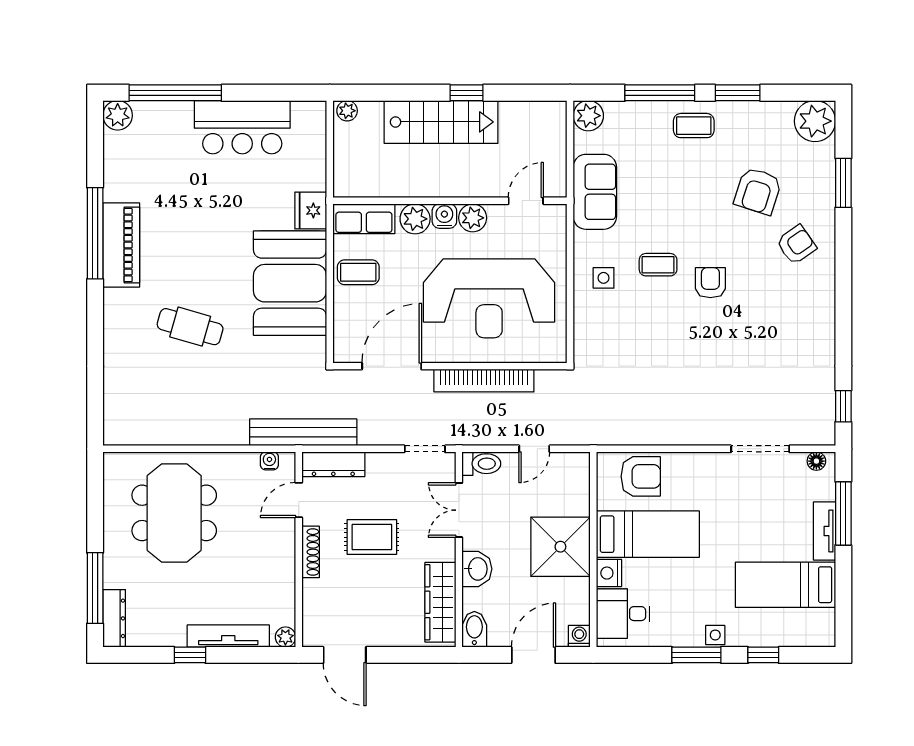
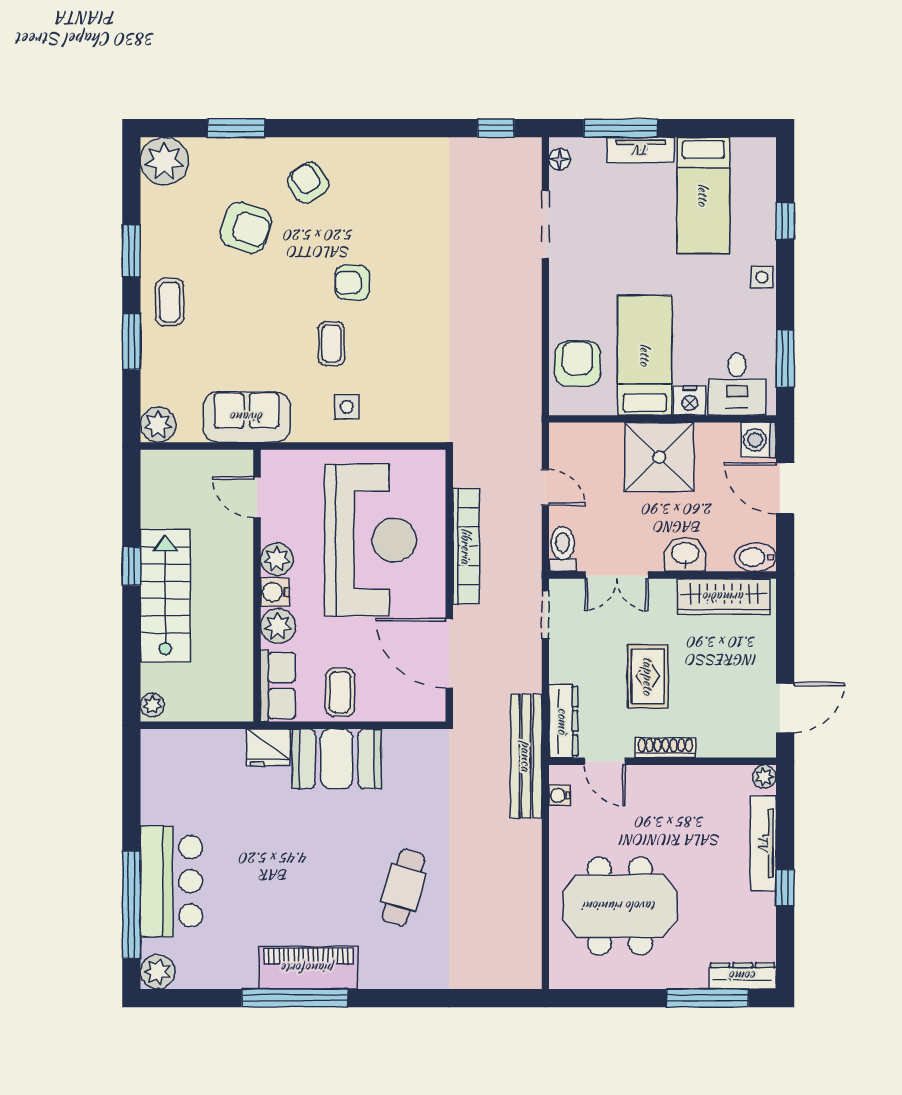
window: (660, 93) -> (131, 341), width x0.69
bar counter: (242, 127) -> (171, 881), moved
booth: (290, 283) -> (337, 759), width x0.73, depth x0.70
washing machine: (579, 636) -> (759, 440), width x1.38, depth x1.38
window: (696, 655) -> (785, 358), moved

